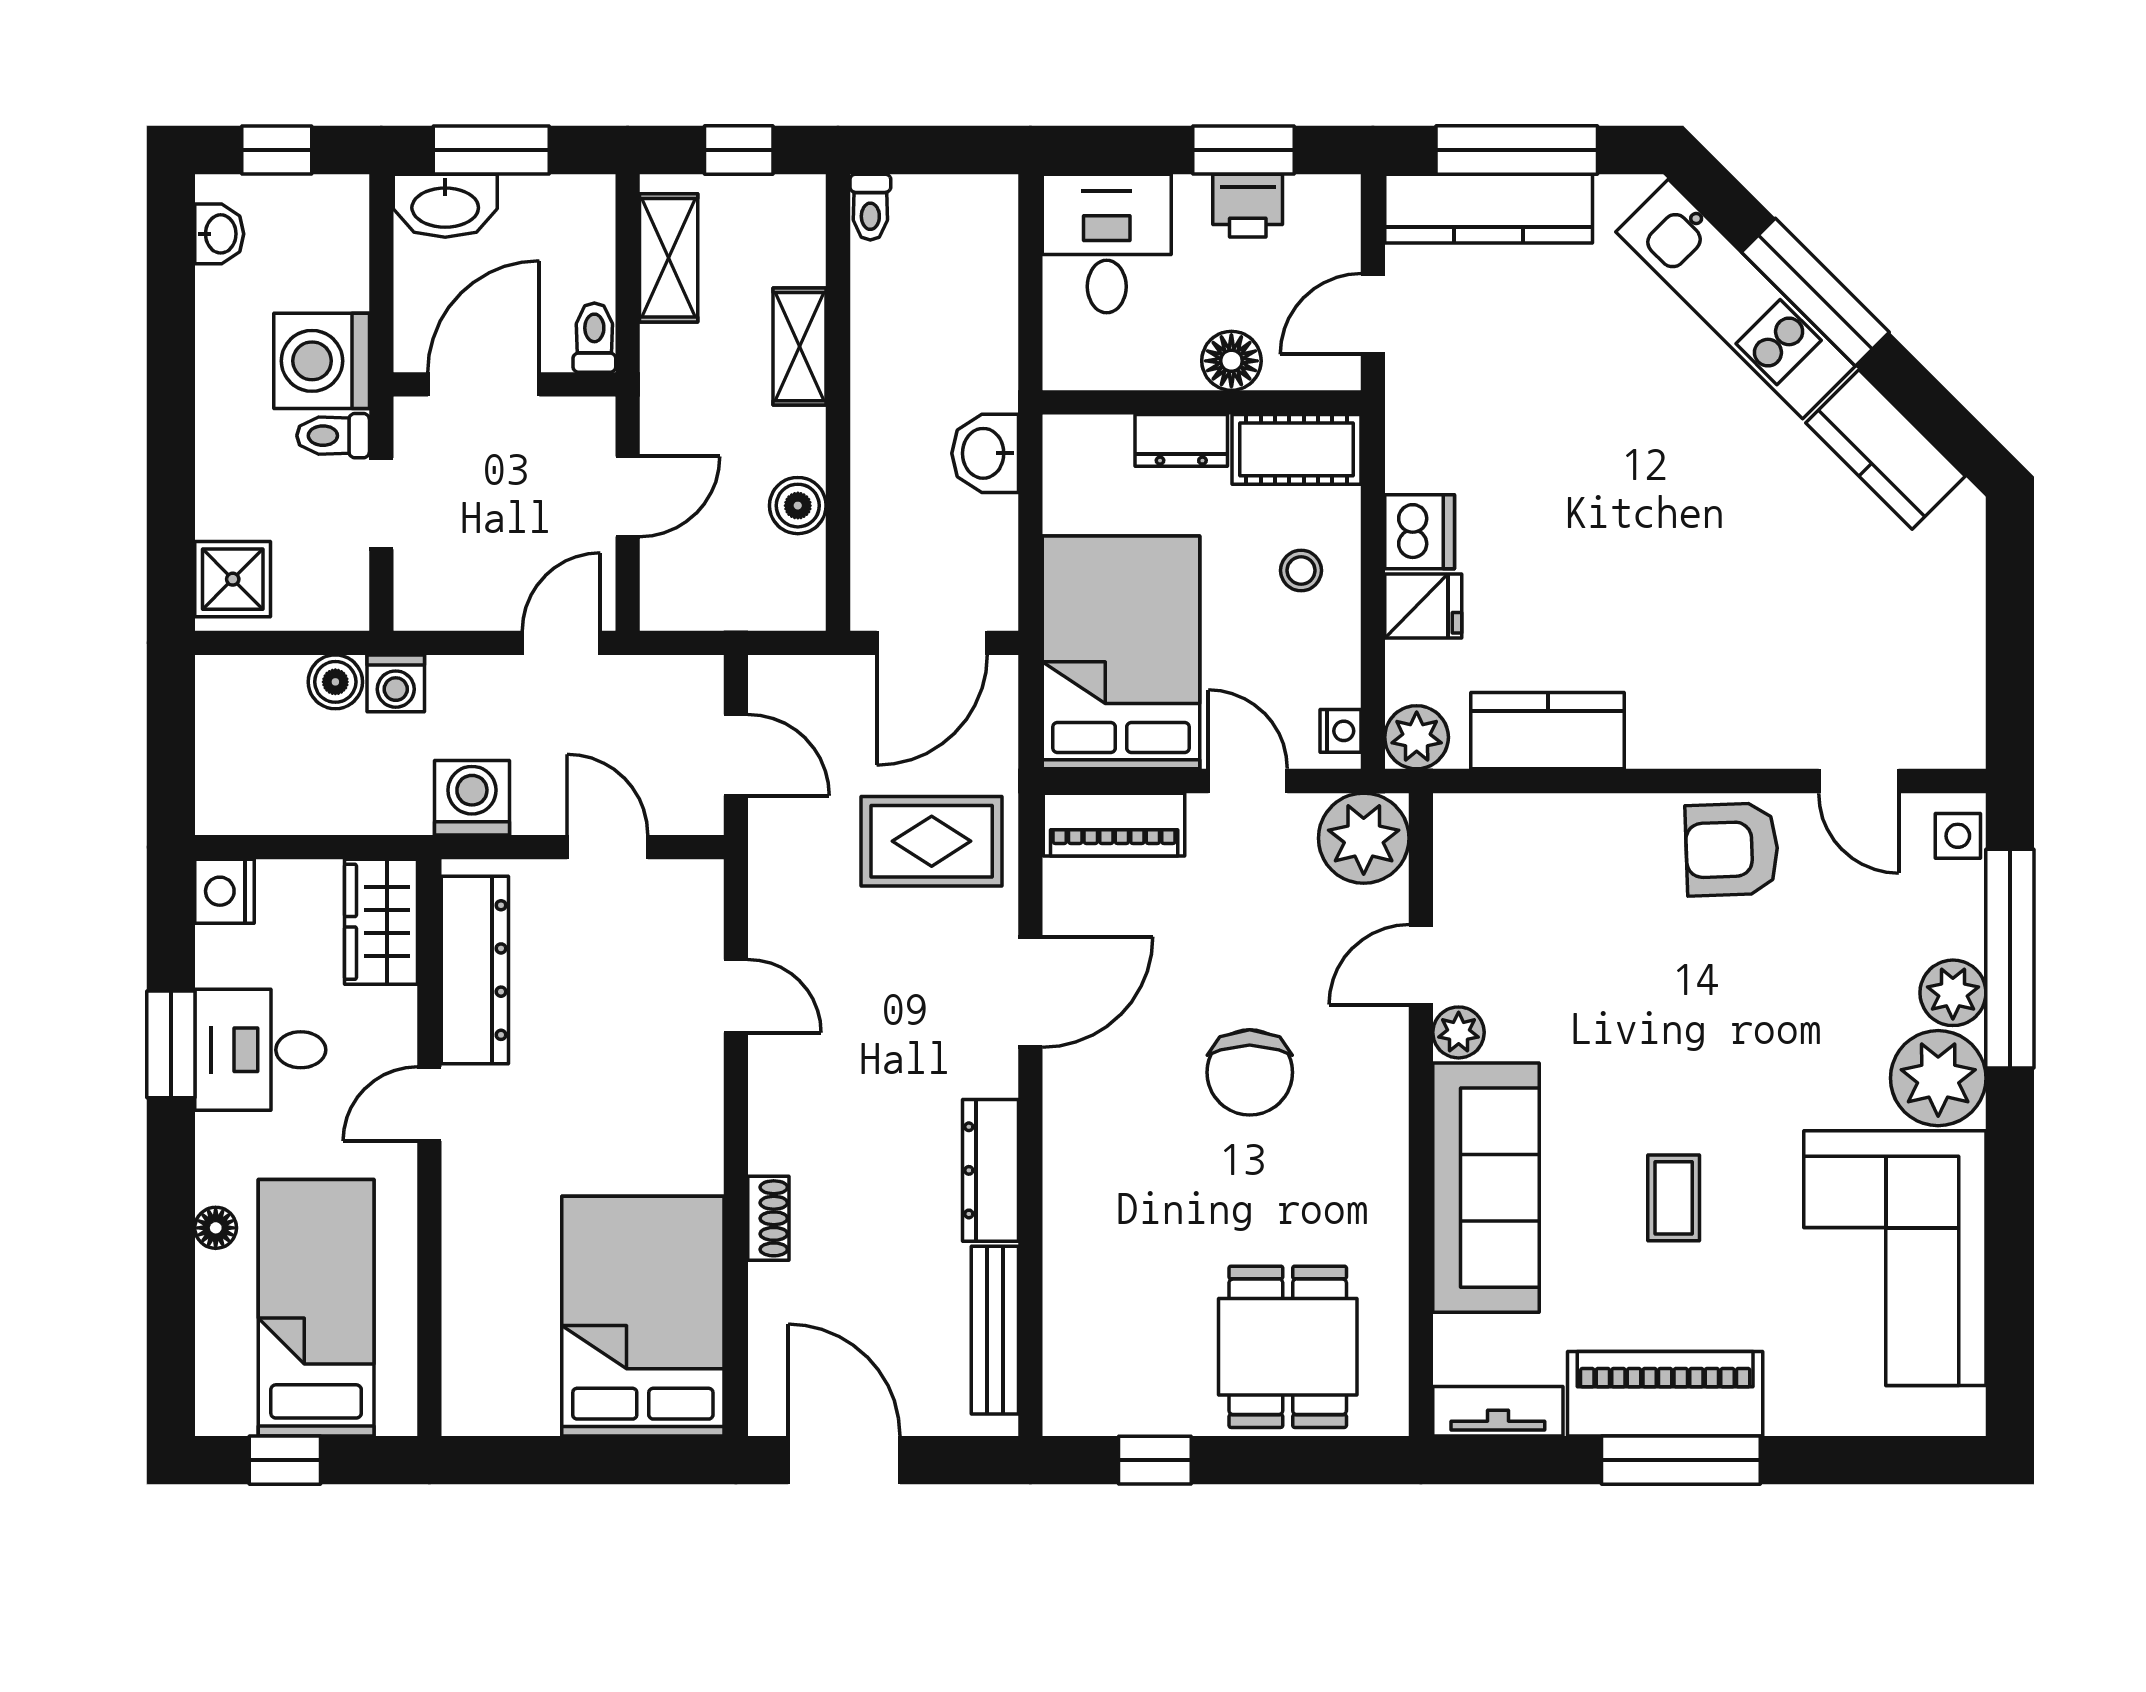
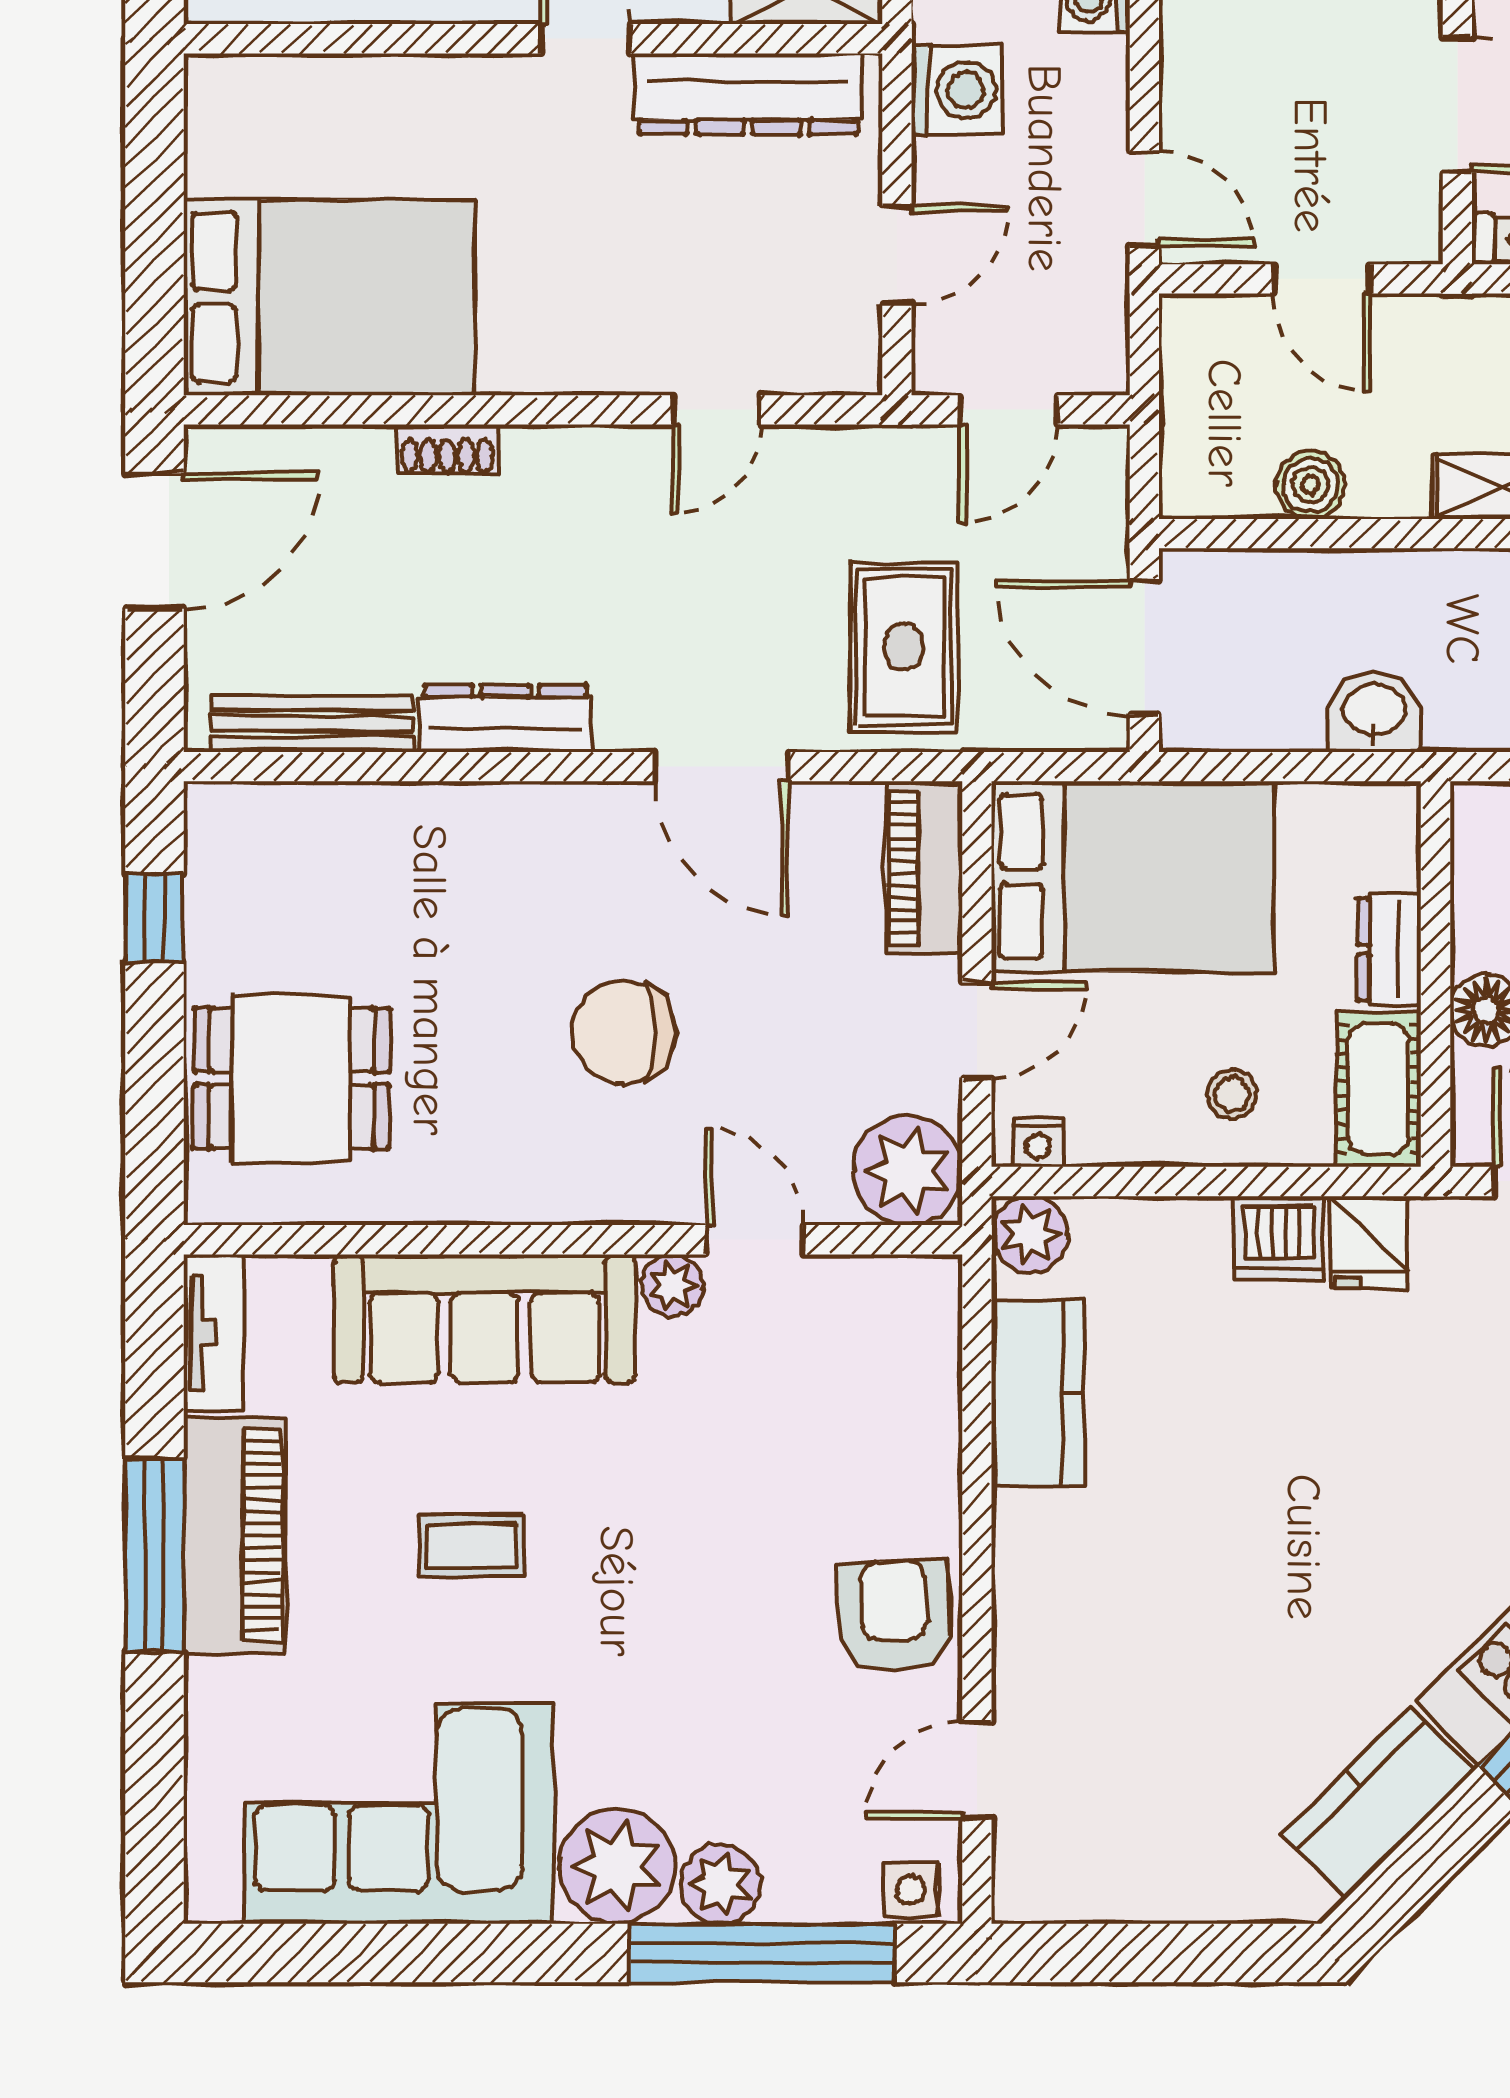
fridge: (1423, 606) -> (1369, 1243), moved

